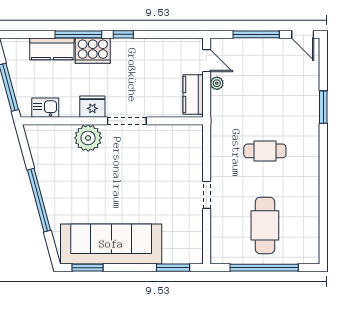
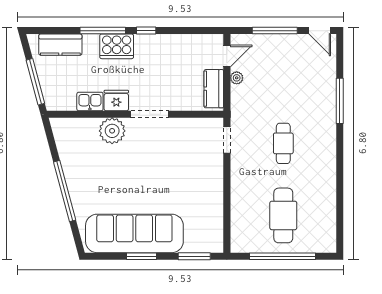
kitchen counter: (52, 49) -> (60, 45), moved
door: (207, 61) -> (227, 56), hinge flipped
window: (323, 107) -> (340, 101), width x1.44
kitchen sink: (45, 108) -> (90, 102), moved
cafe table: (265, 151) -> (283, 143), turned 90
doorway: (207, 195) -> (227, 140), moved
window: (87, 268) -> (142, 256), moved

